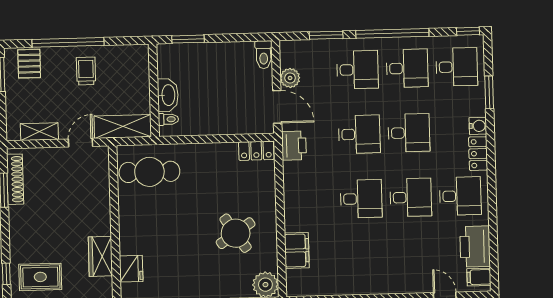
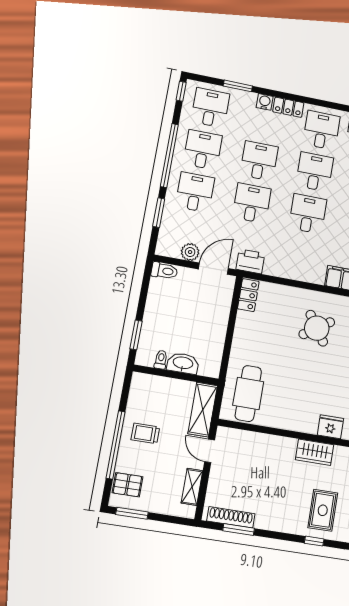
toilet: (168, 119) -> (161, 360), moved

